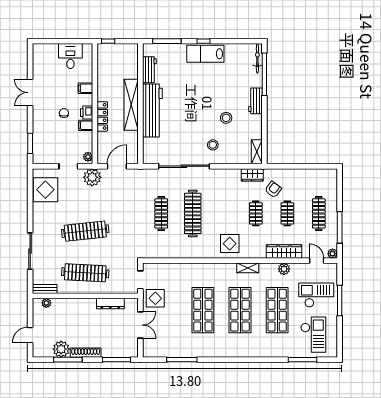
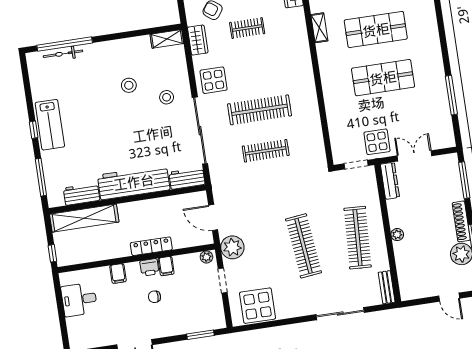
bicycle: (257, 58) -> (63, 54), moved
workbench: (255, 101) -> (187, 178), moved, turned 180
shelving: (131, 105) -> (84, 218), moved
display table: (230, 244) -> (213, 80), moved
plant: (46, 303) -> (397, 235), moved
dresser: (110, 304) -> (390, 181), moved

